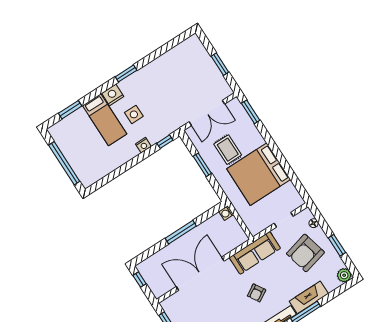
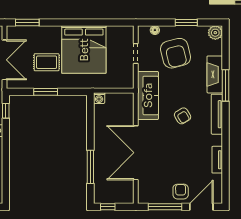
window: (181, 232) -> (90, 167), moved

